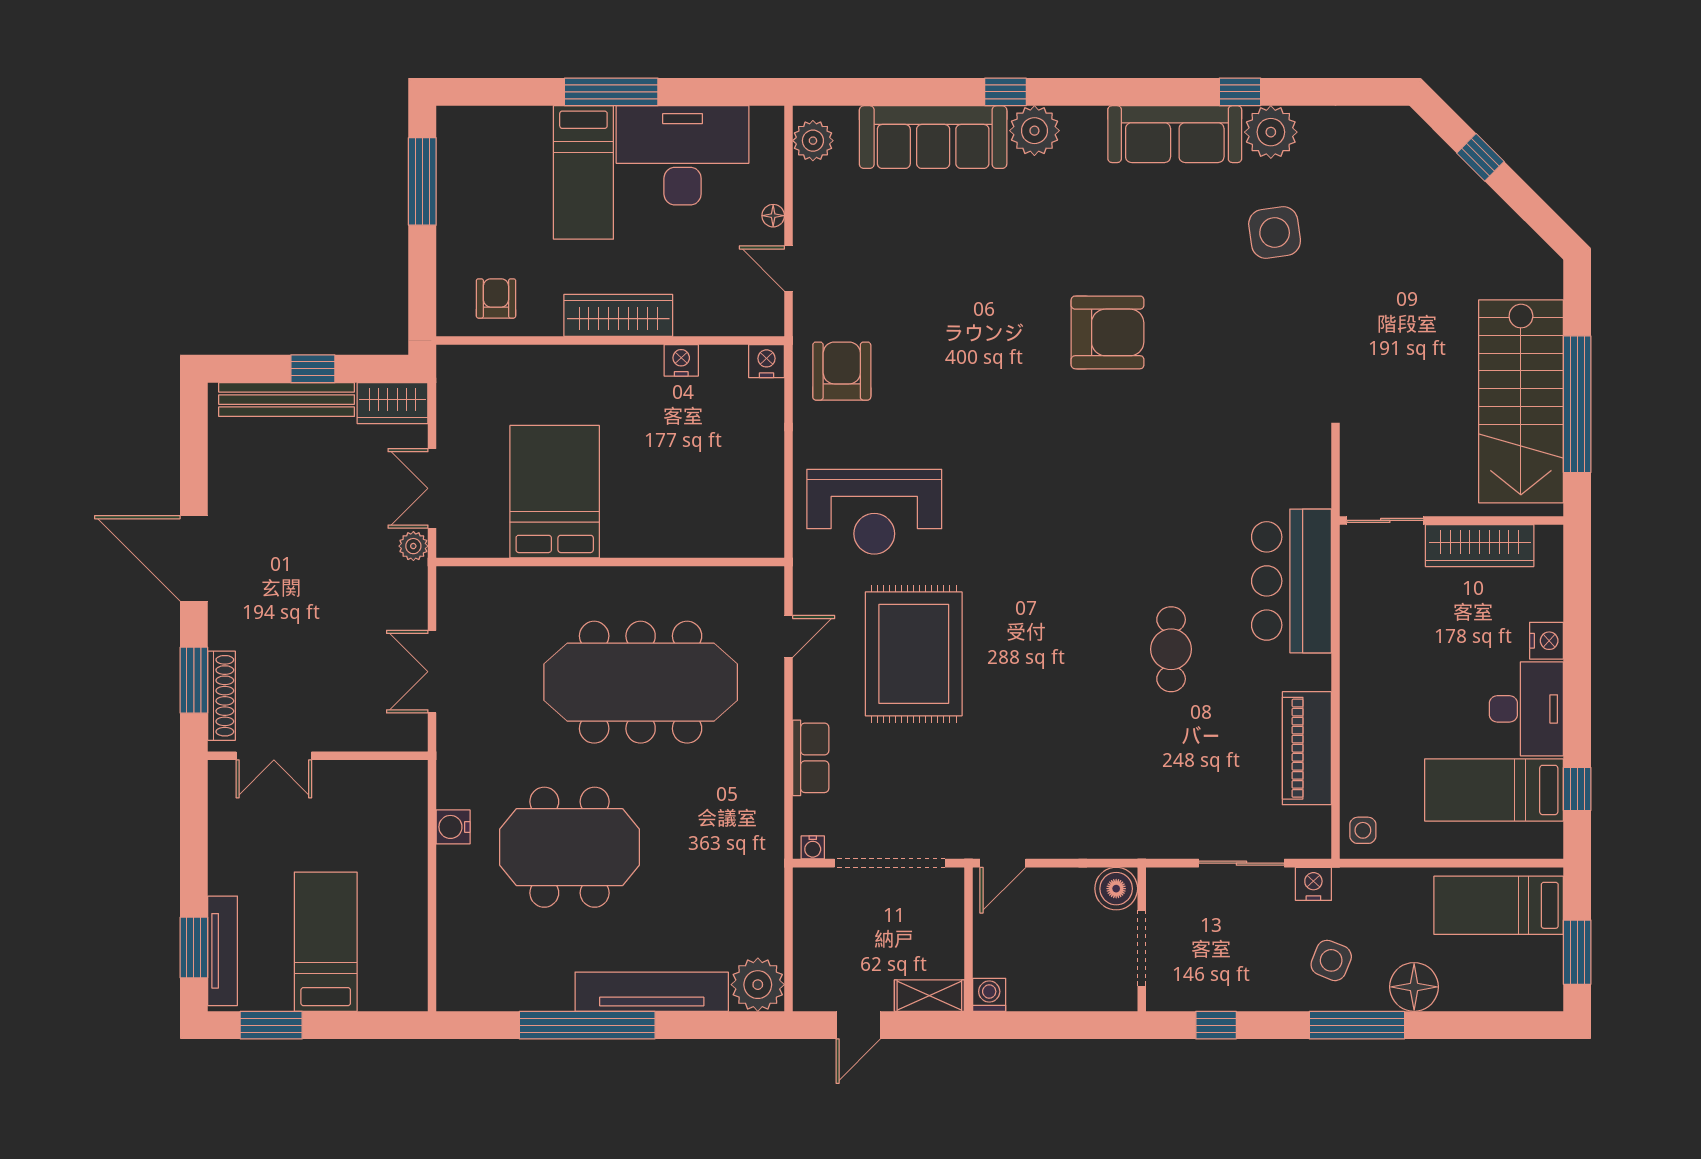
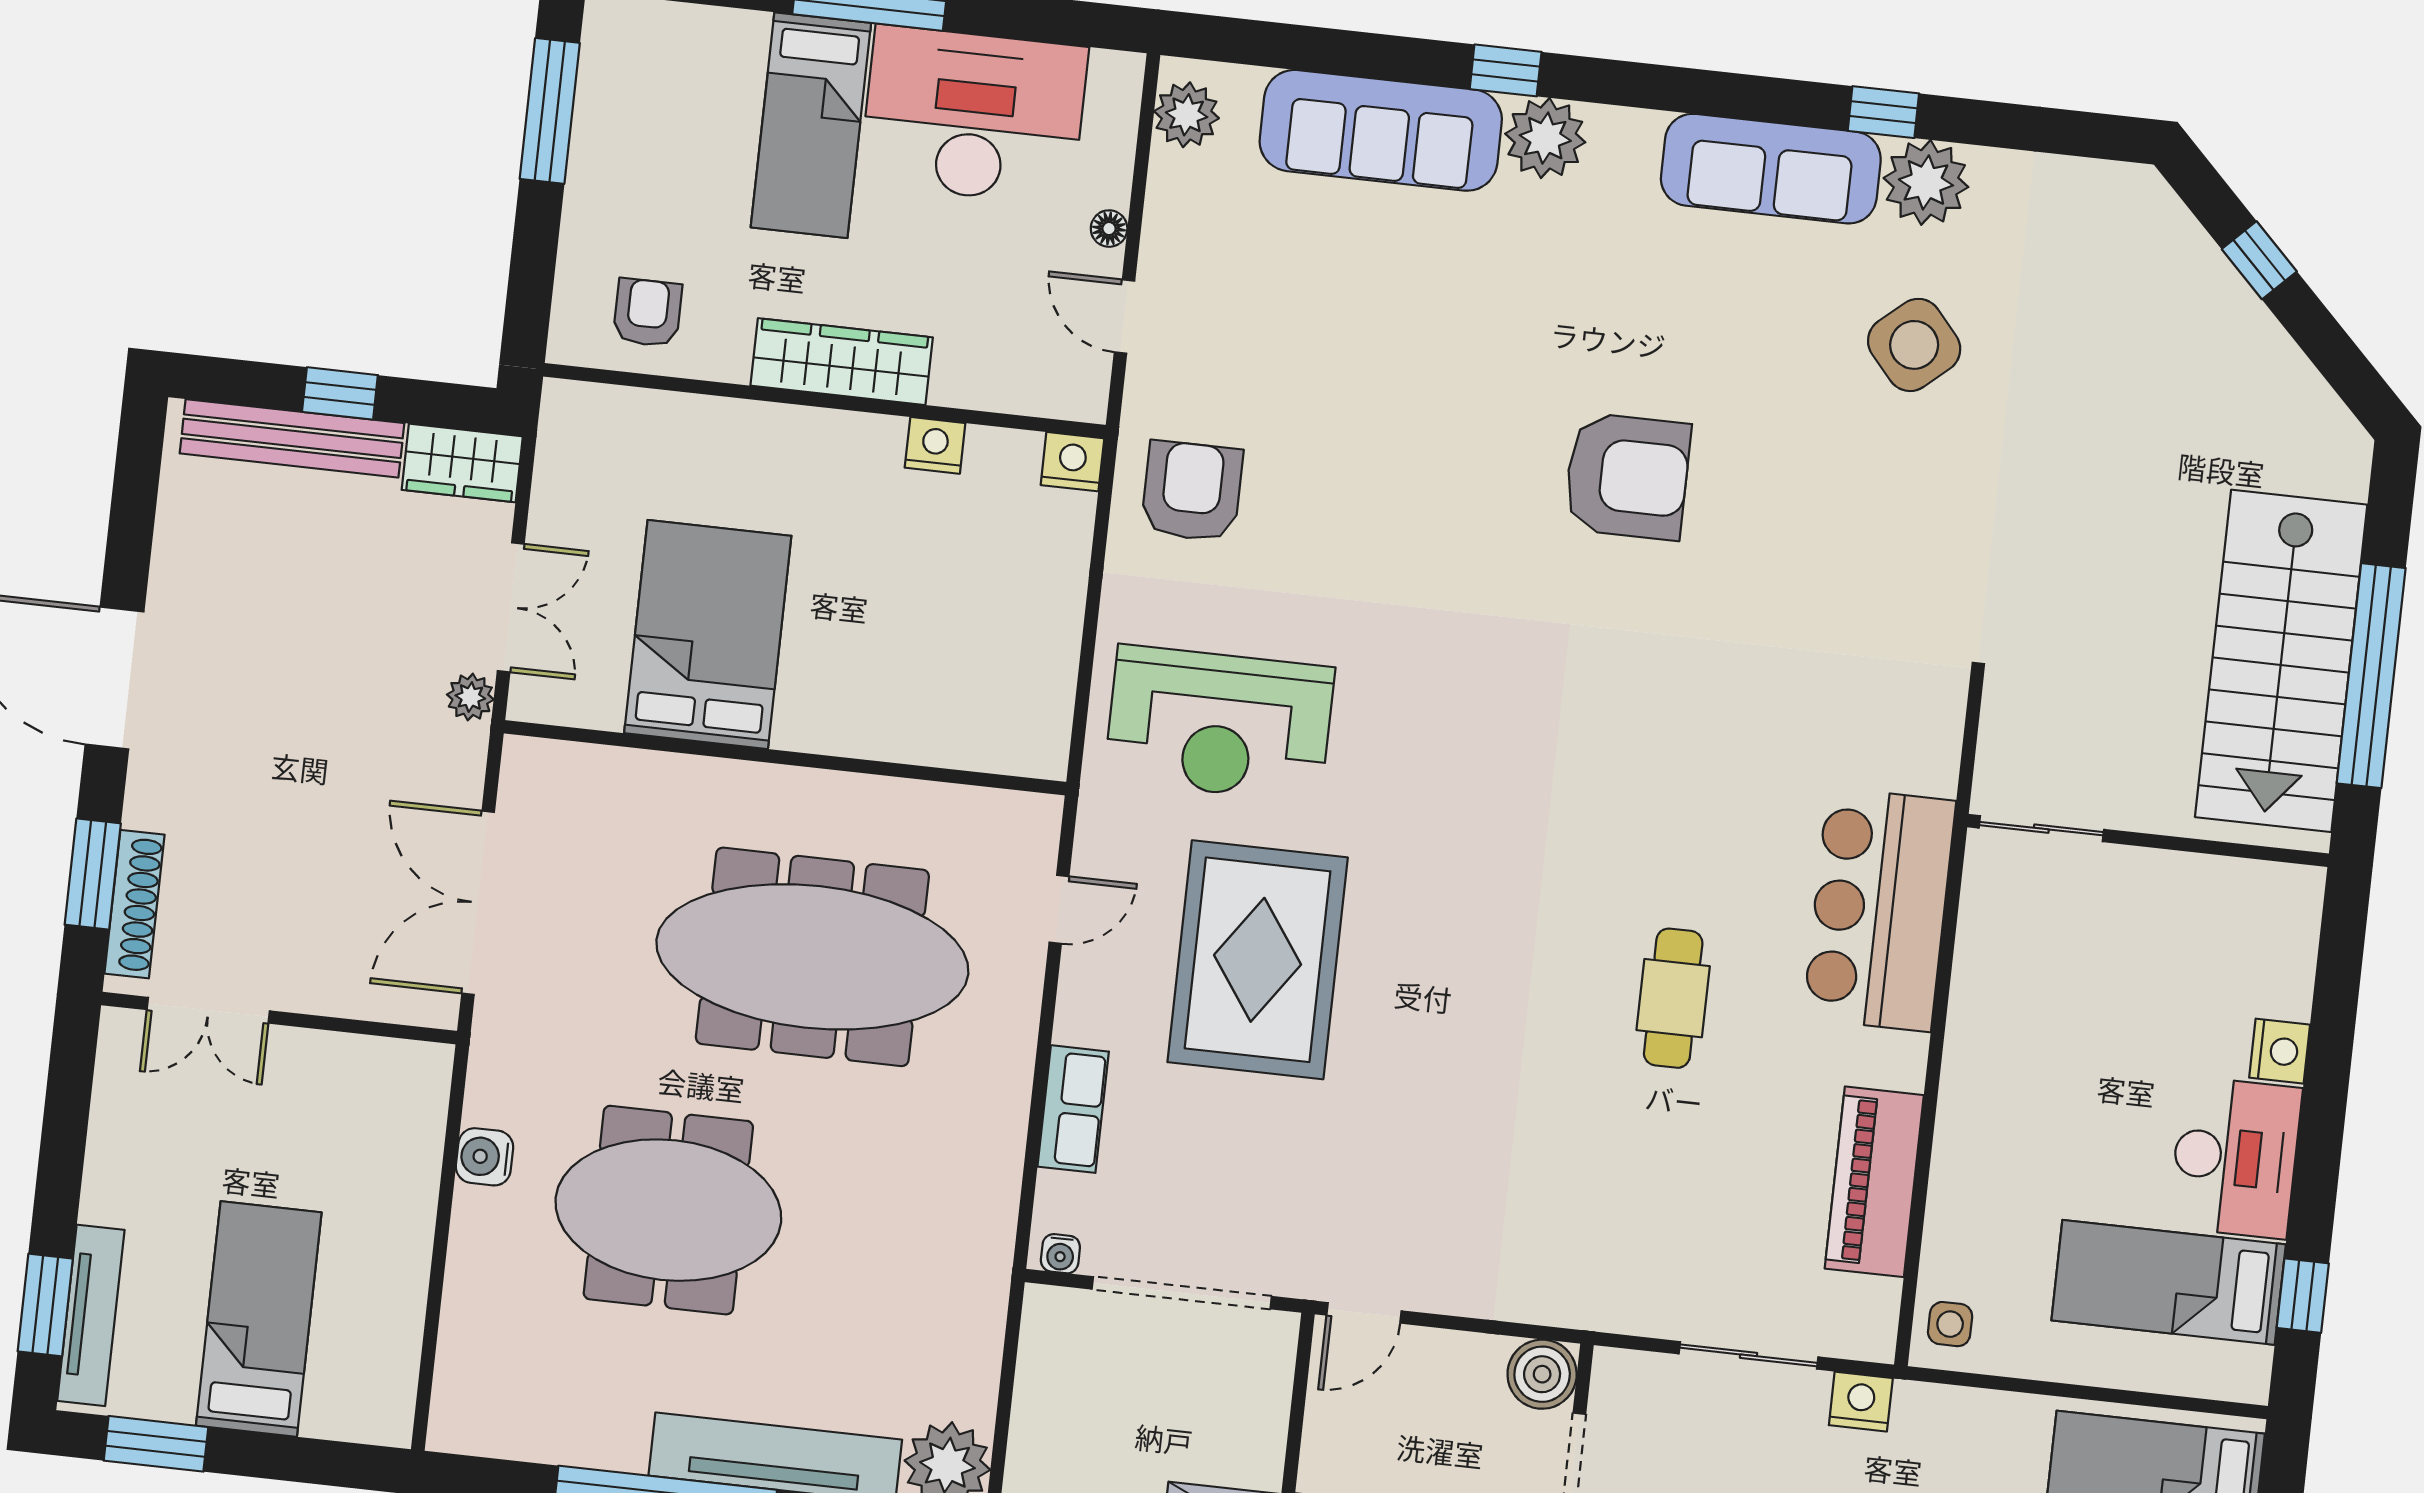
side table: (1275, 232) -> (1914, 345), turned -33
double door: (432, 488) -> (511, 607), swing flipped
wardrobe: (1480, 546) -> (2189, 886), removed
double door: (432, 672) -> (478, 903), width x1.37

